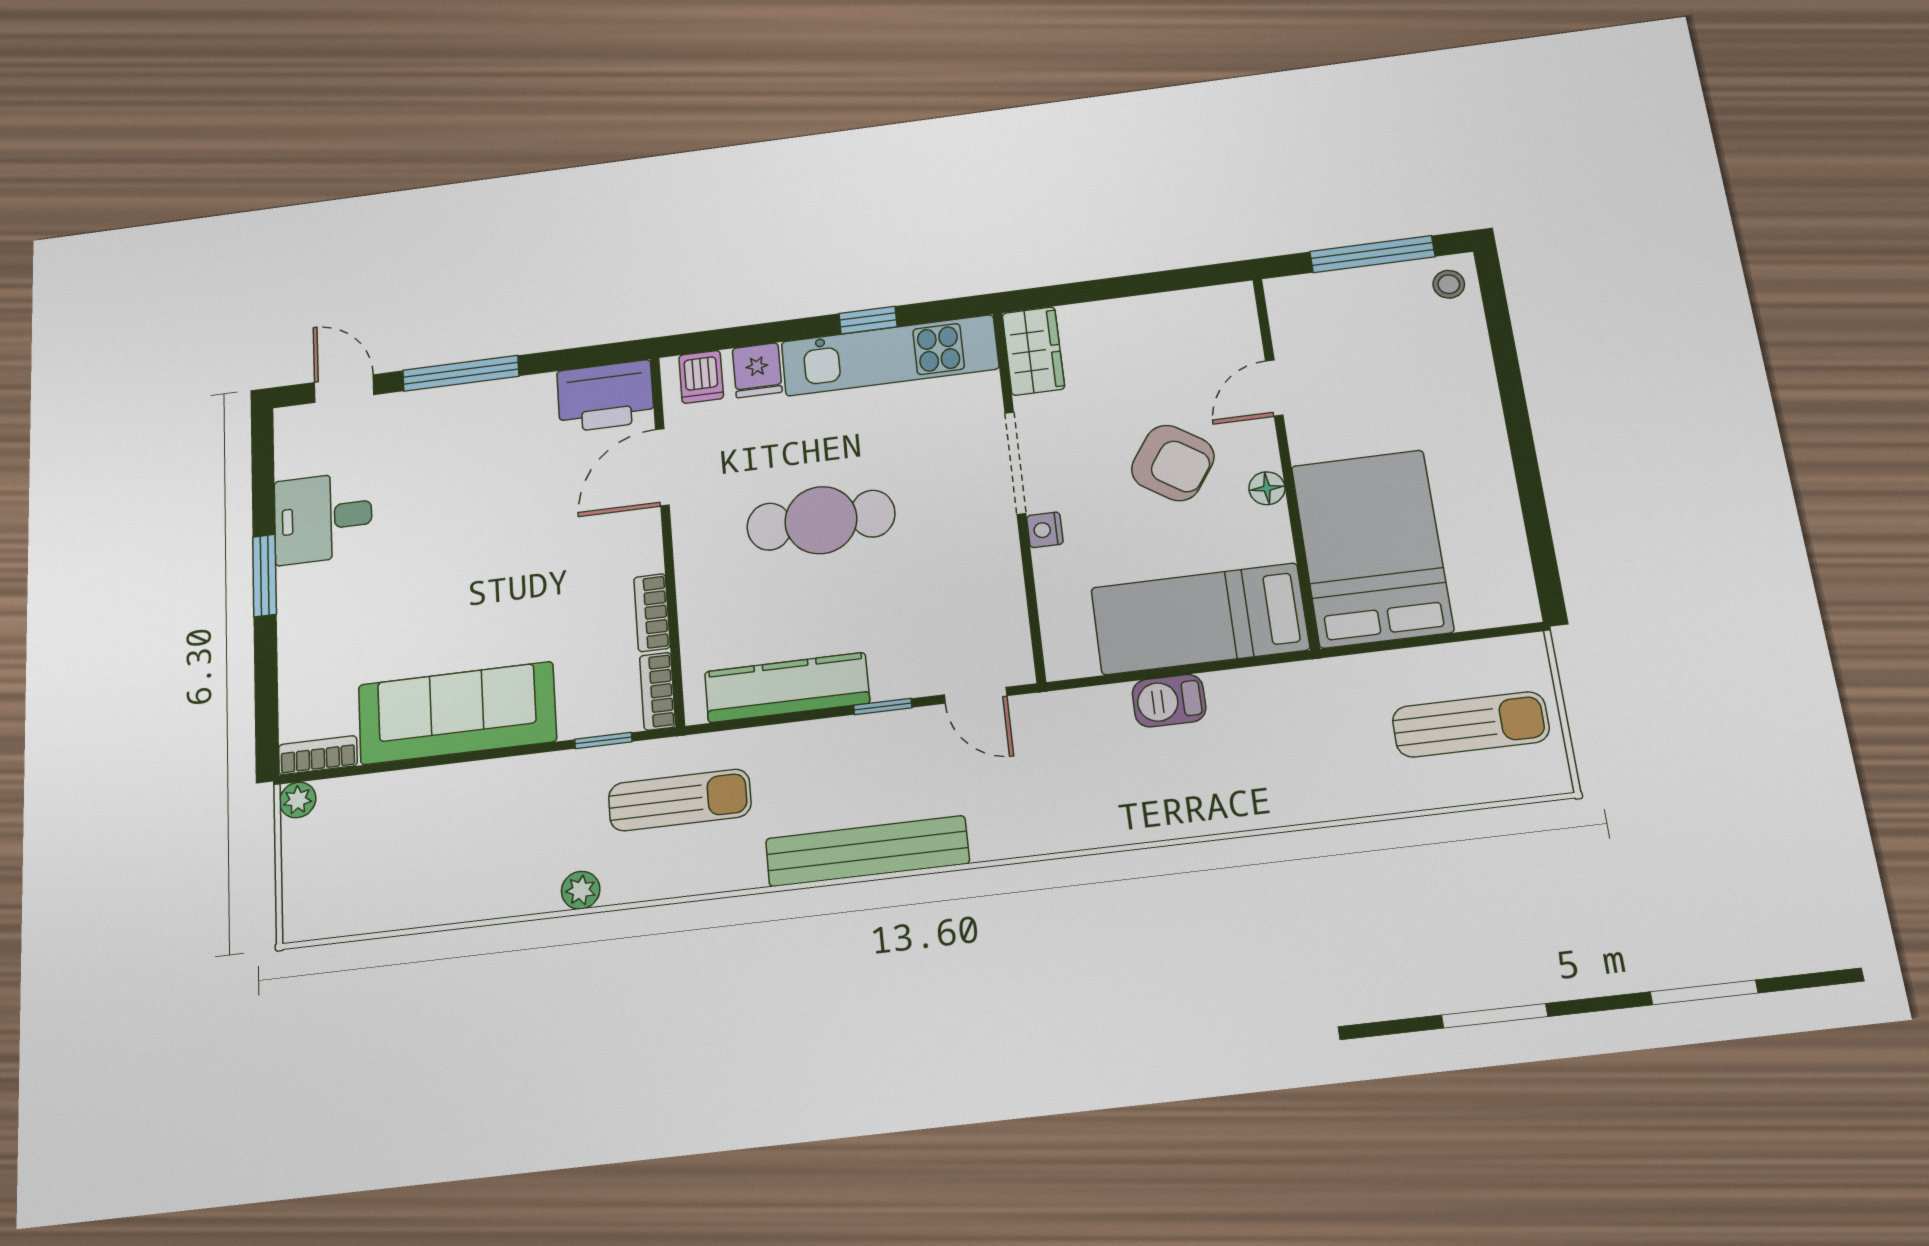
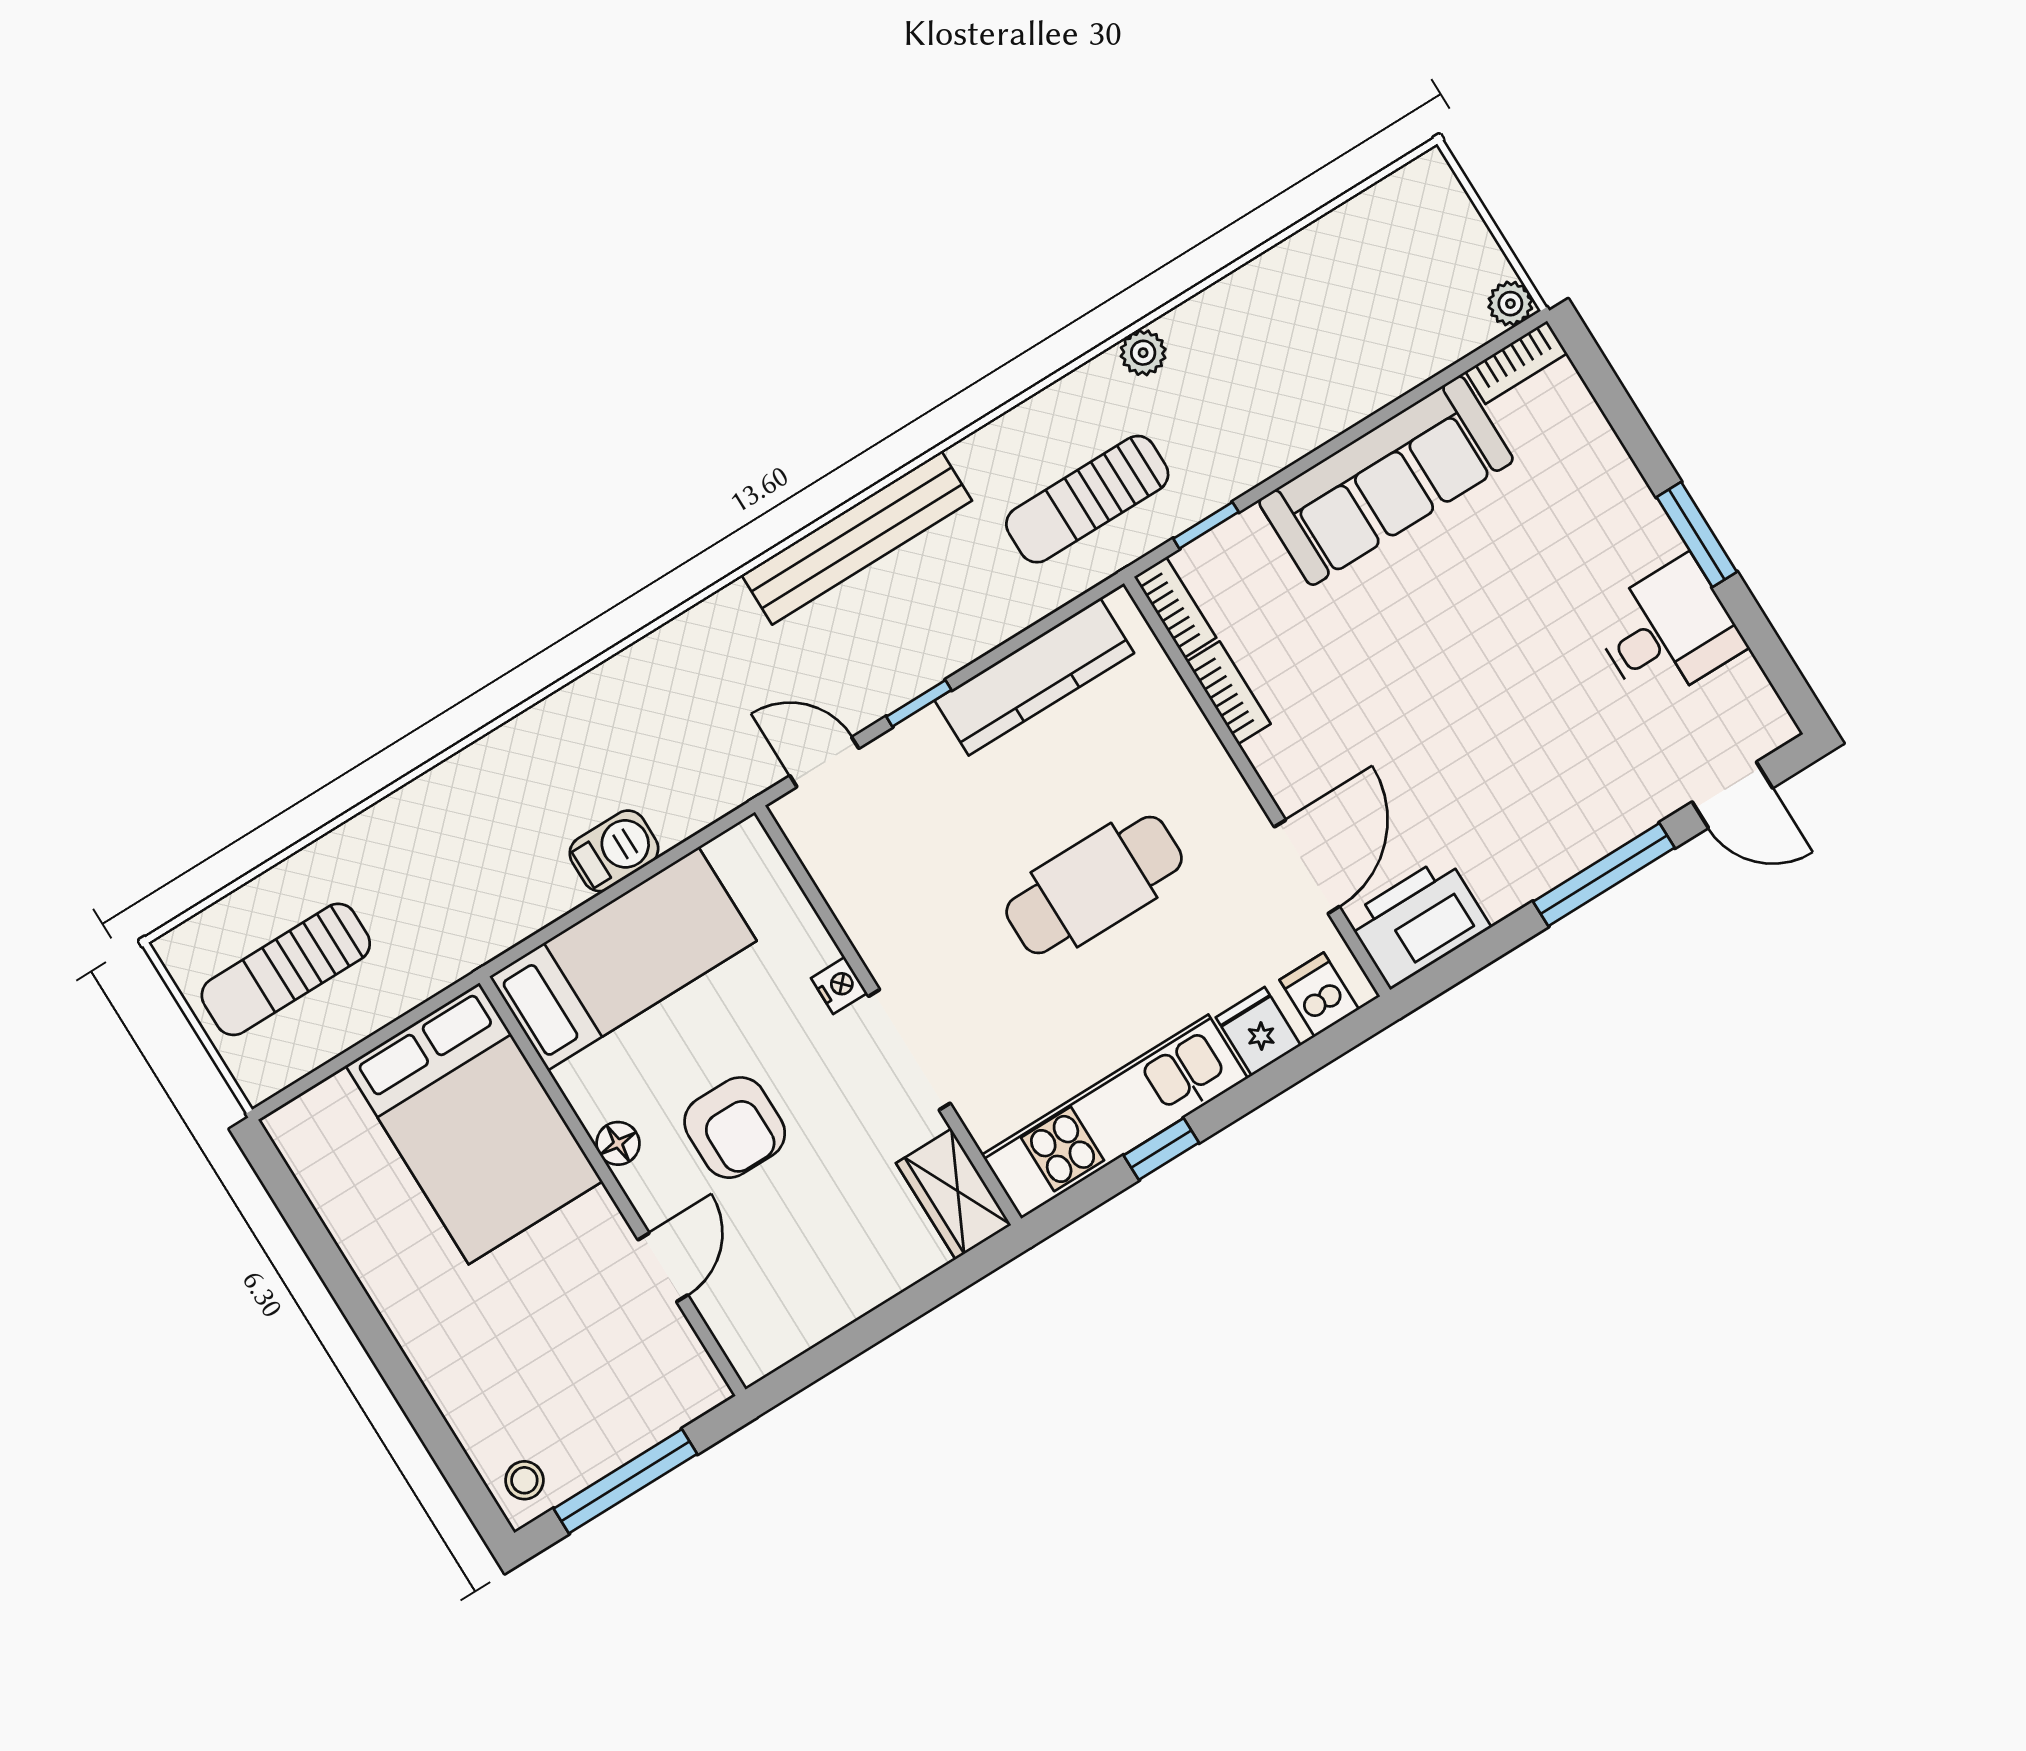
armchair: (1173, 463) -> (735, 1128), turned -124

